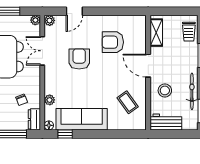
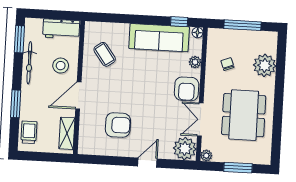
door: (74, 11) -> (147, 163), moved
plant: (50, 20) -> (185, 149), width x1.88, depth x1.88
double door: (42, 51) -> (200, 120), swing flipped
armchair: (79, 59) -> (187, 89), moved
door: (148, 66) -> (78, 95), swing flipped
dresser: (34, 119) -> (214, 41), removed

